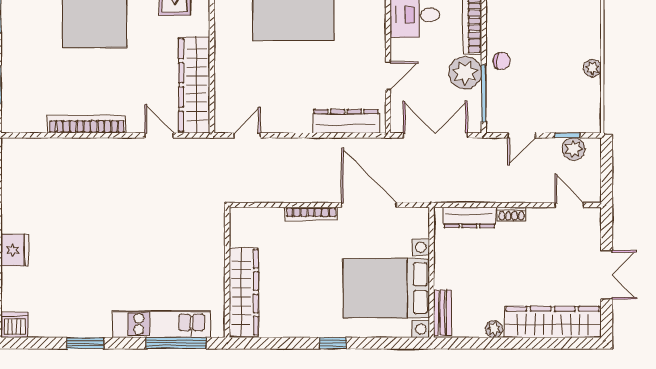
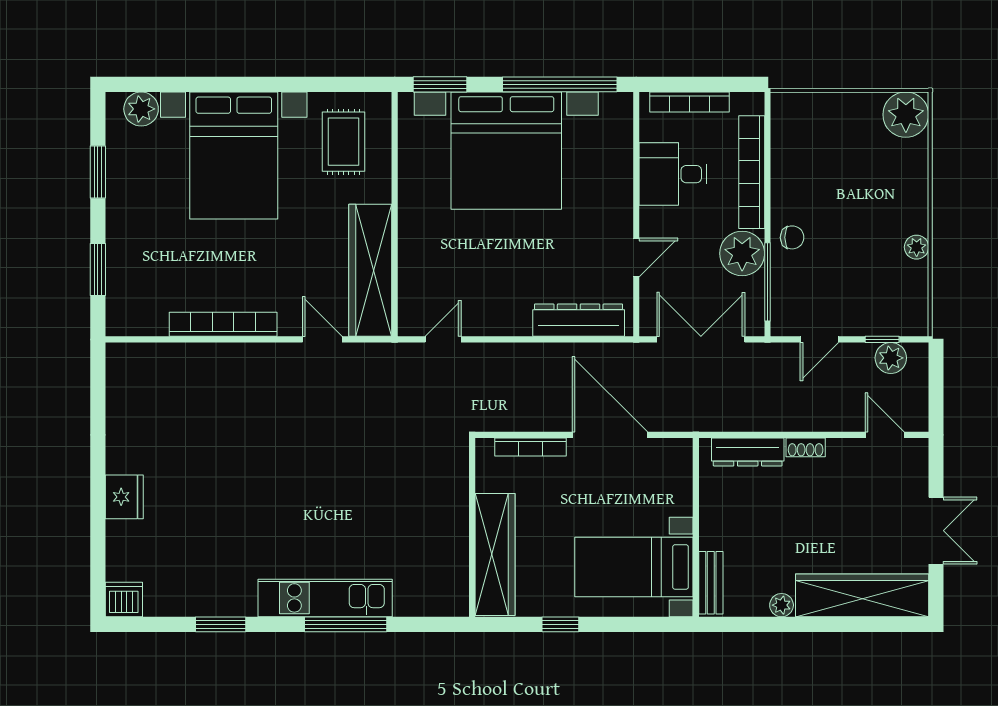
wall: (227, 272) -> (472, 527), moved
bed with nightstands: (386, 288) -> (634, 567), width x0.73
wardrobe: (244, 292) -> (495, 555), moved

